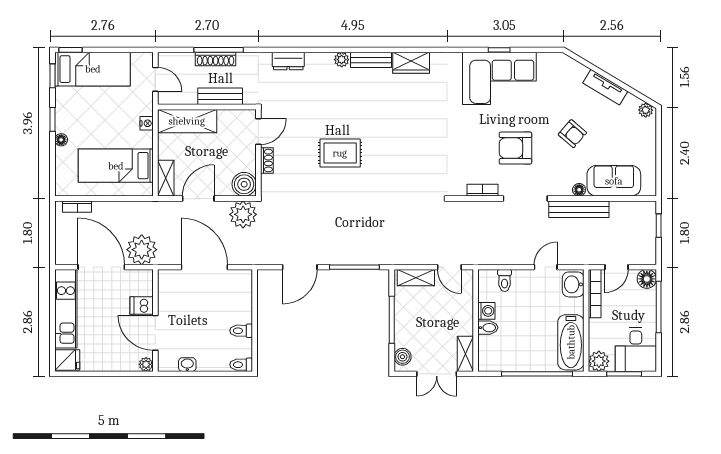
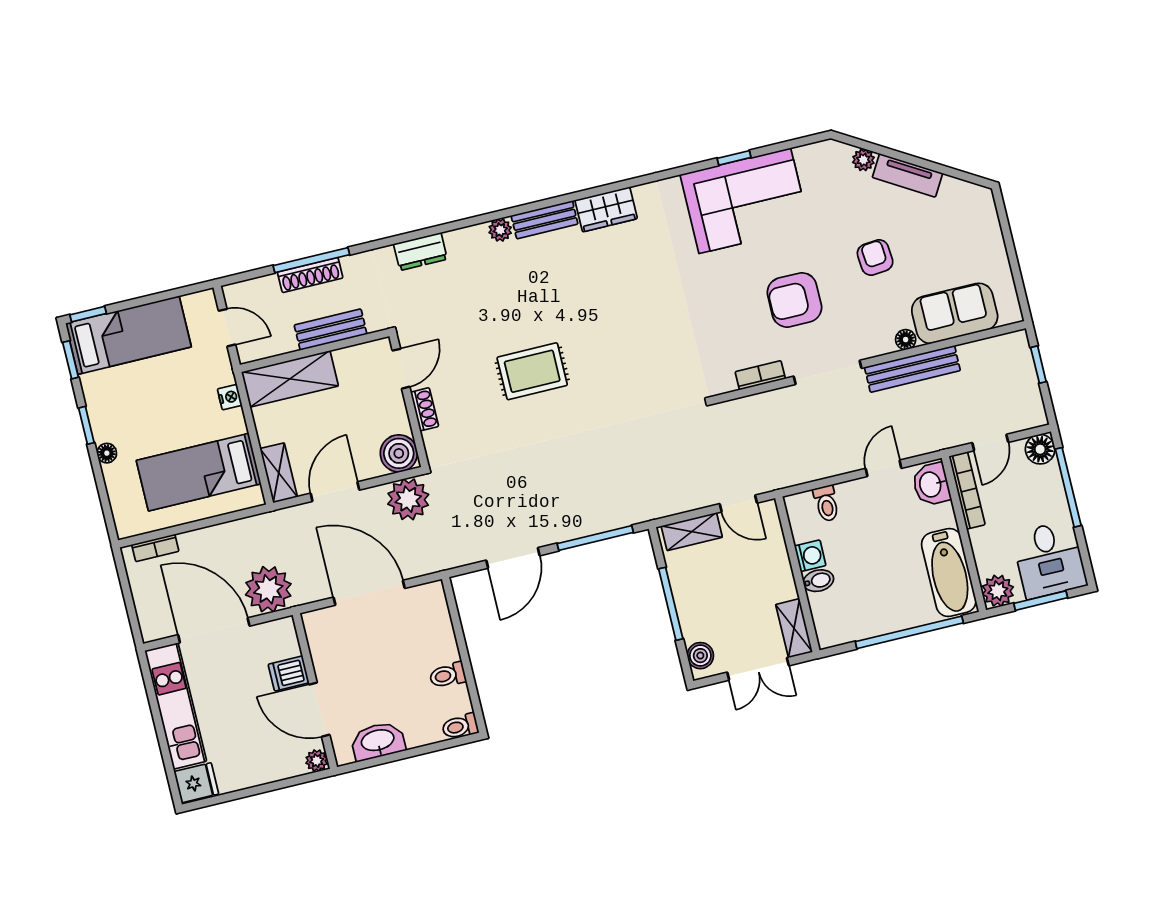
plant: (646, 110) -> (863, 160), moved
armchair: (572, 134) -> (875, 257), turned -136
washbasin: (187, 365) -> (378, 741), width x1.91, depth x1.45

